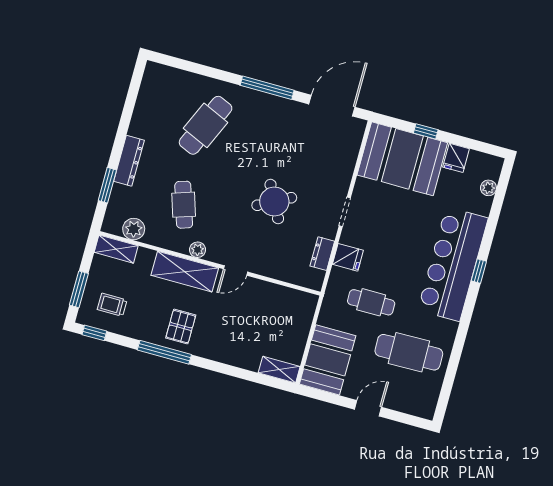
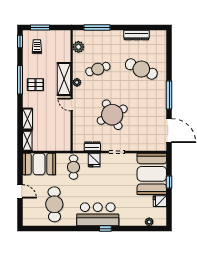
dresser: (129, 161) -> (136, 35), moved
window: (107, 185) -> (97, 27), width x1.44
round table: (274, 201) -> (112, 115), width x1.36, depth x1.36
shelving: (116, 249) -> (28, 119), moved
bar counter: (453, 264) -> (98, 214), width x0.73
cafe table: (371, 302) -> (73, 167), moved

